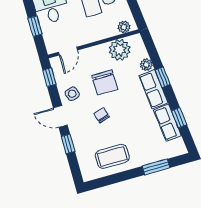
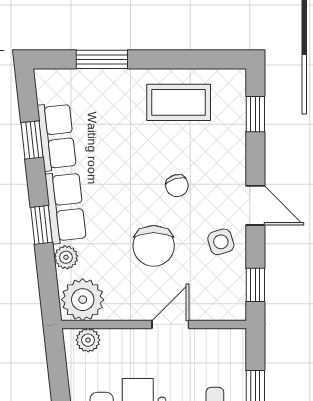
plant: (120, 50) -> (83, 300), moved
door: (68, 51) -> (170, 324), moved
chair: (105, 82) -> (154, 246), turned 180
window: (68, 144) -> (255, 114), moved

